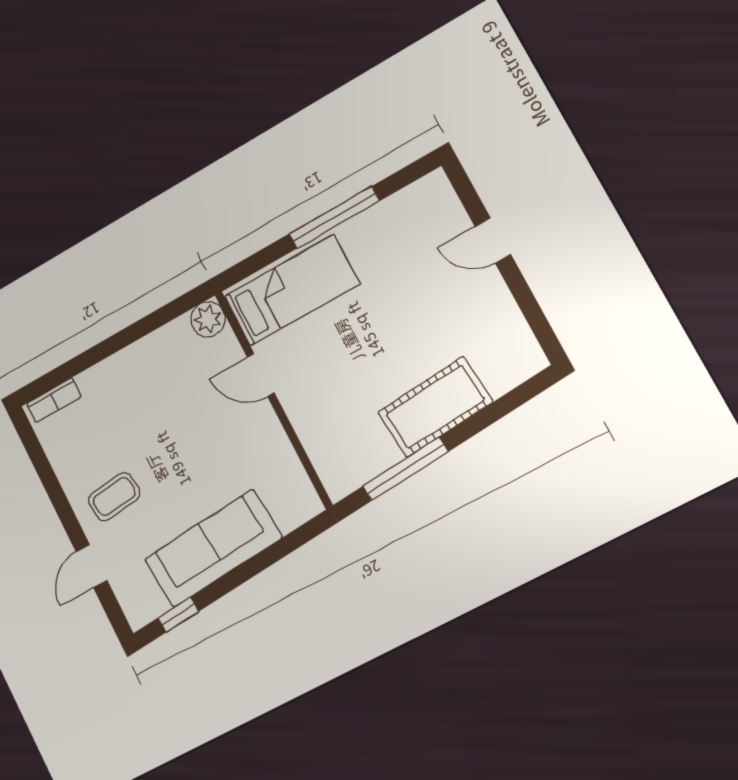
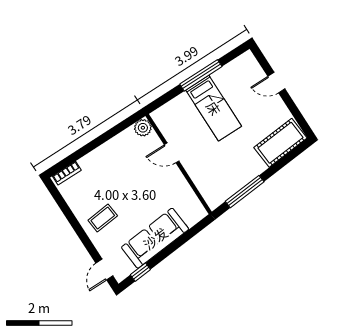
bed: (292, 290) -> (214, 108), moved, turned 90
cot: (435, 407) -> (280, 143), moved
door: (92, 566) -> (104, 270), moved

